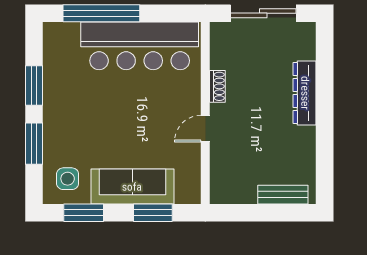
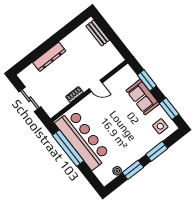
window: (101, 13) -> (68, 148), moved
sliding door: (263, 13) -> (30, 99), width x0.73
plant: (51, 60) -> (117, 171), added
sofa: (132, 187) -> (143, 97), width x0.73

